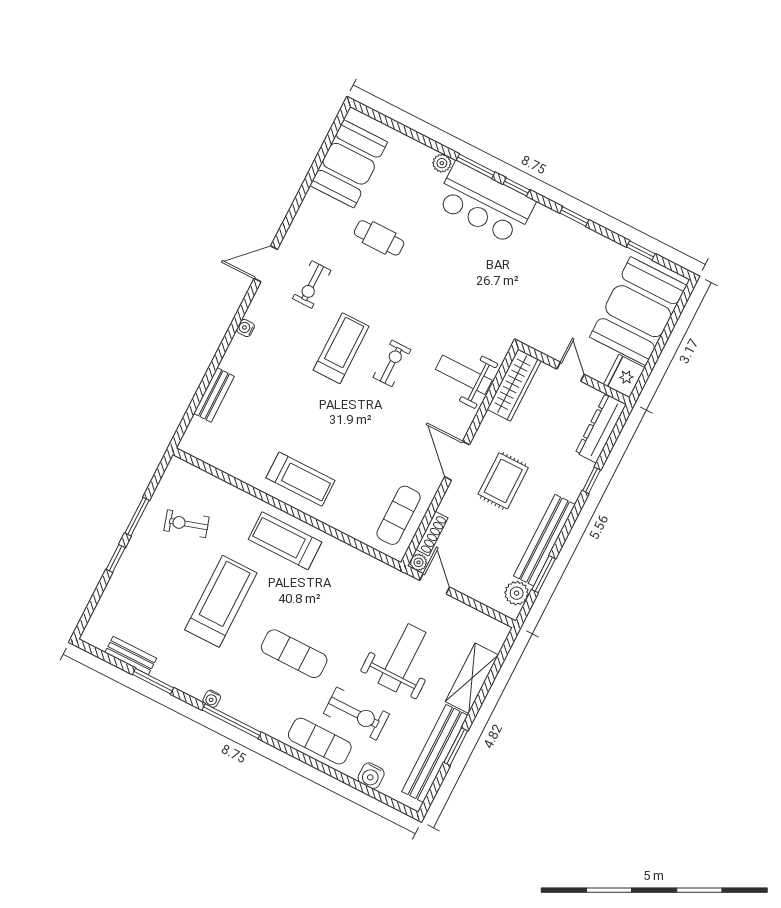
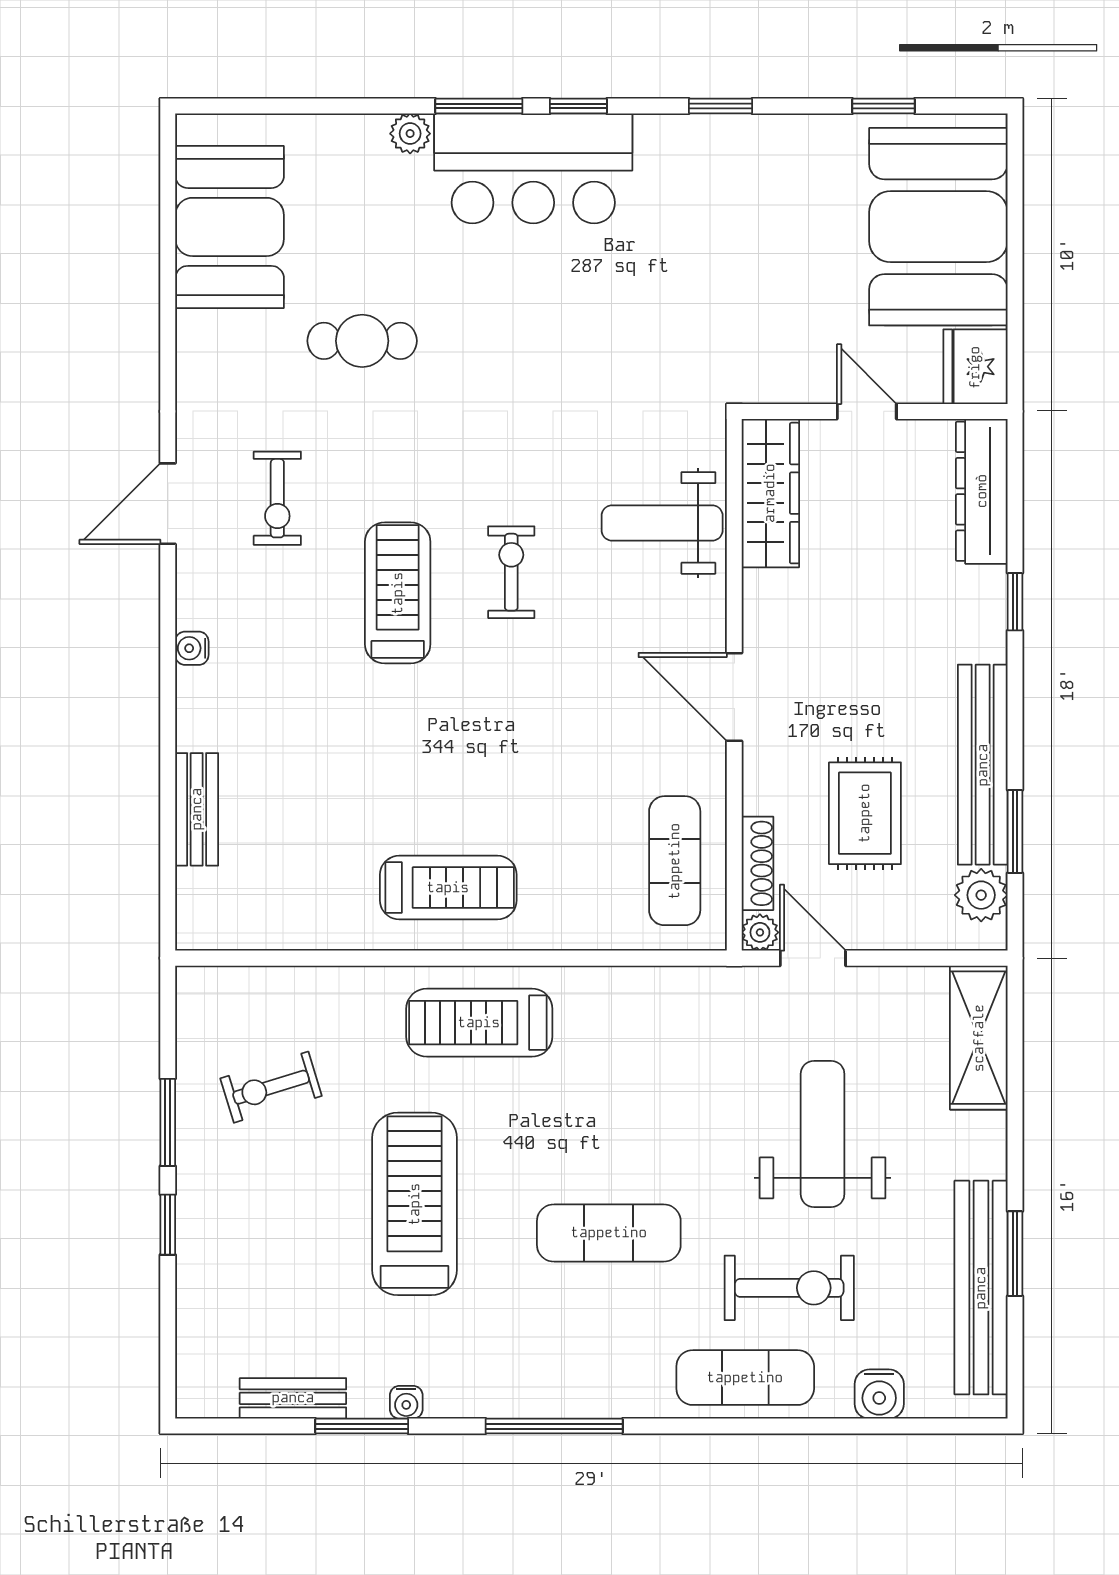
rug: (503, 481) -> (865, 813), moved
shelving: (472, 678) -> (979, 1038), moved
water cooler: (212, 699) -> (406, 1402), moved

